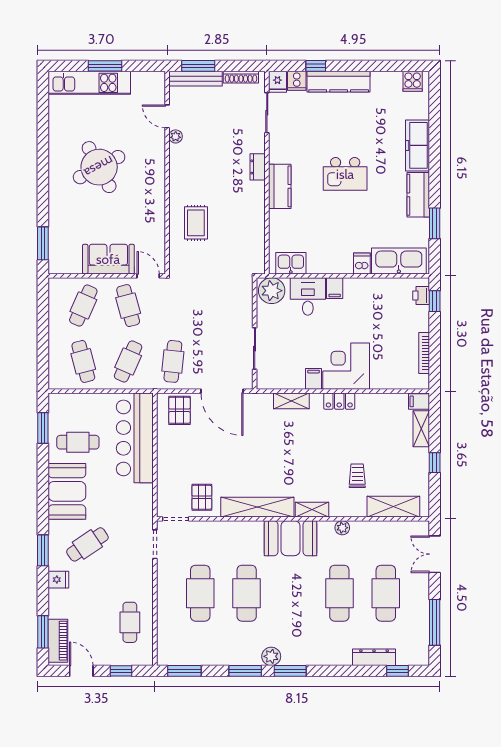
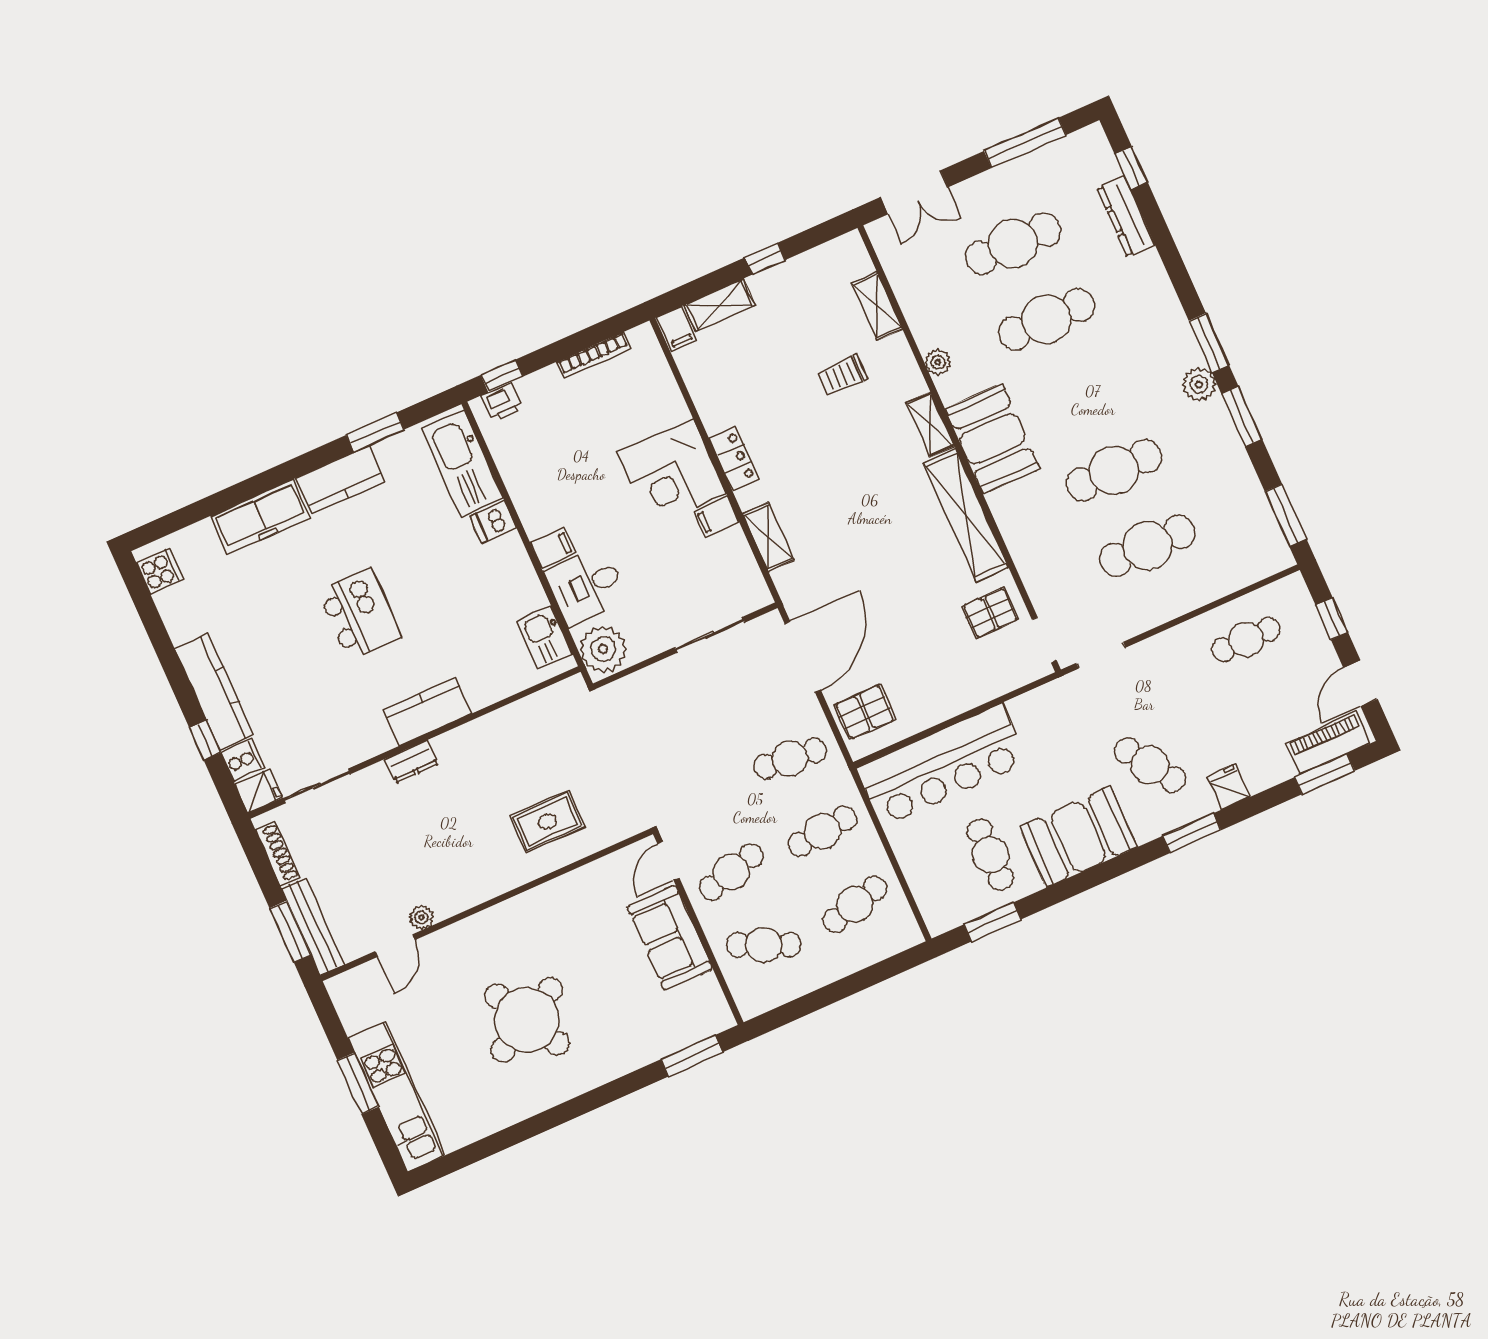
cafe table: (128, 361) -> (822, 831), turned -30
shelving: (393, 507) -> (877, 306), width x0.67, depth x0.75

